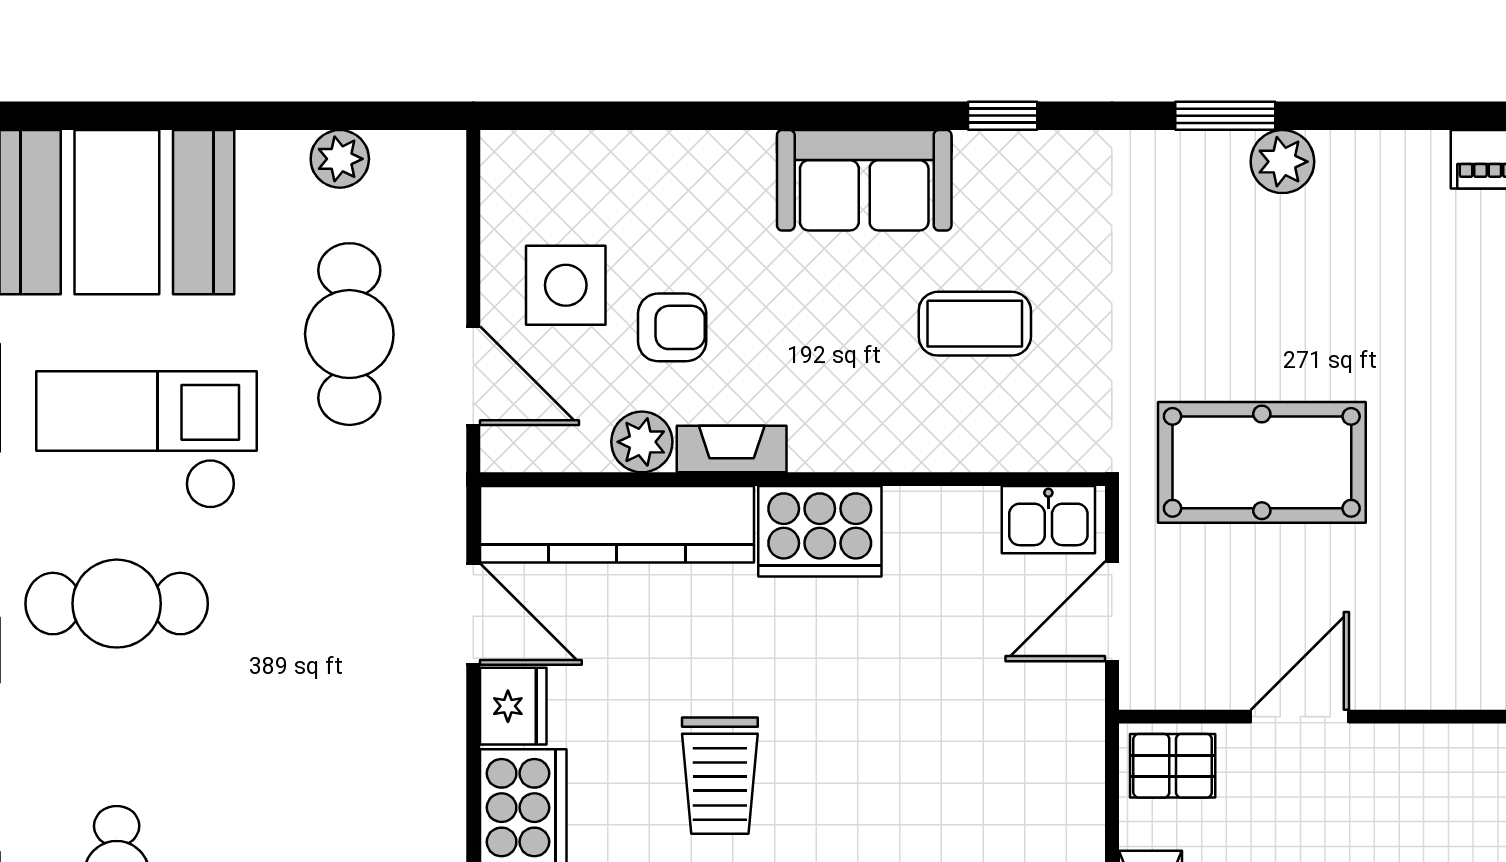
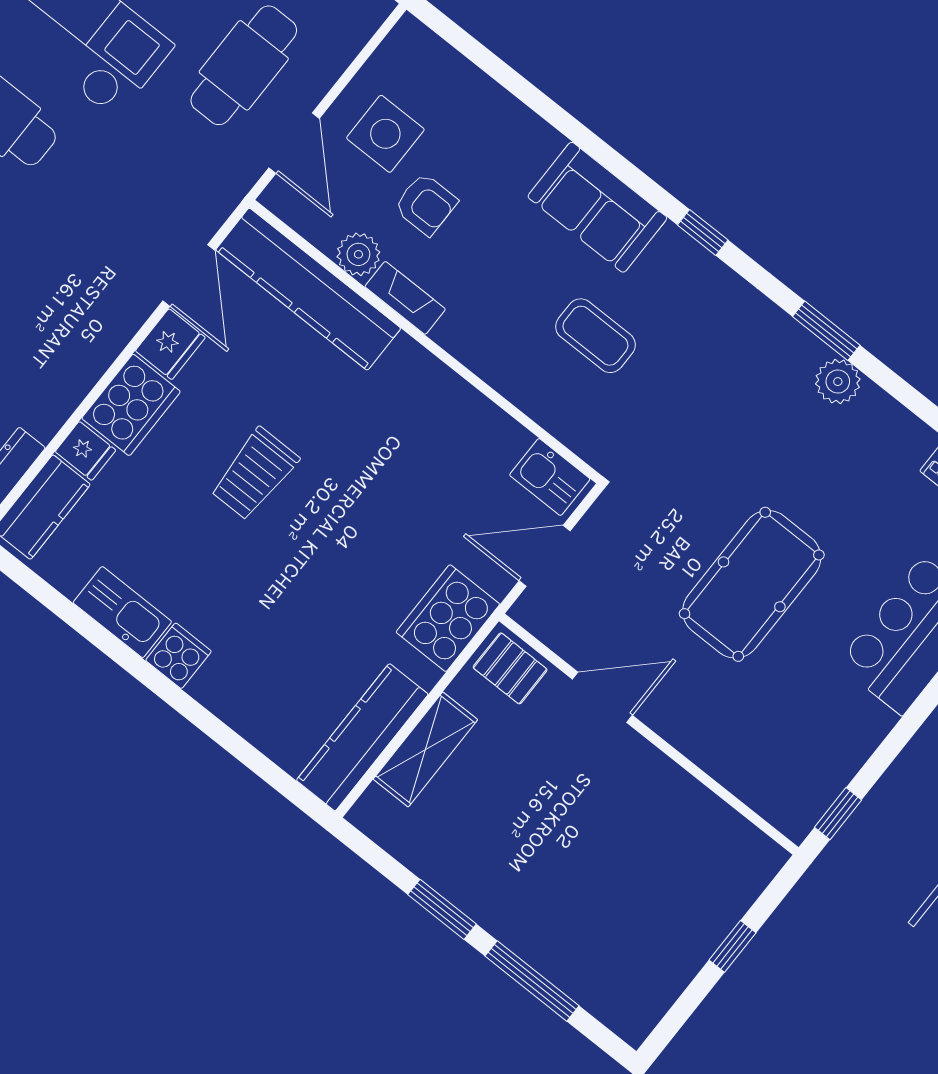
pool table: (1262, 462) -> (752, 584), moved, turned 90
cooker: (820, 531) -> (448, 618), moved, turned 90

